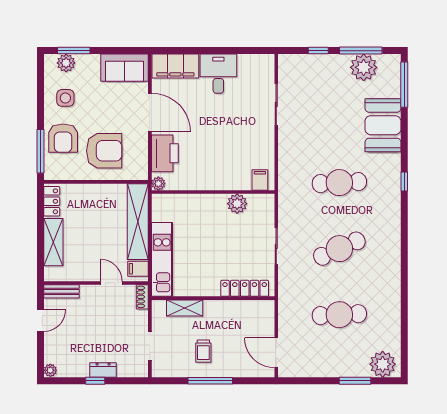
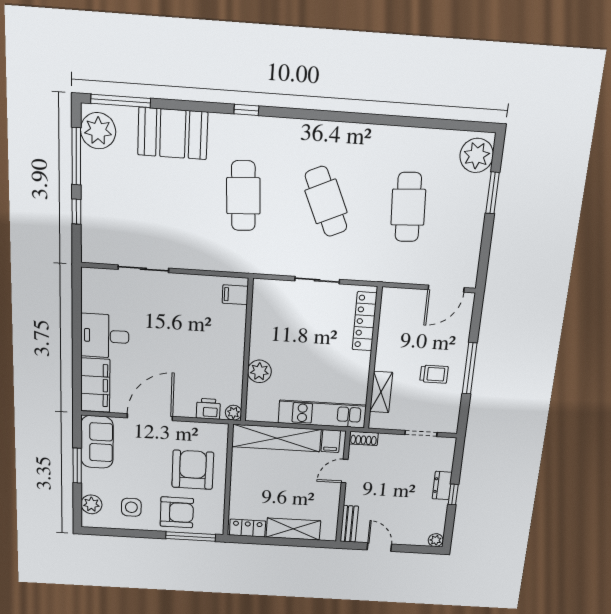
window: (74, 51) -> (77, 466), moved
plant: (364, 67) -> (98, 131), moved
printer: (165, 153) -> (208, 409), width x0.53, depth x0.68
plant: (237, 204) -> (259, 371), moved

